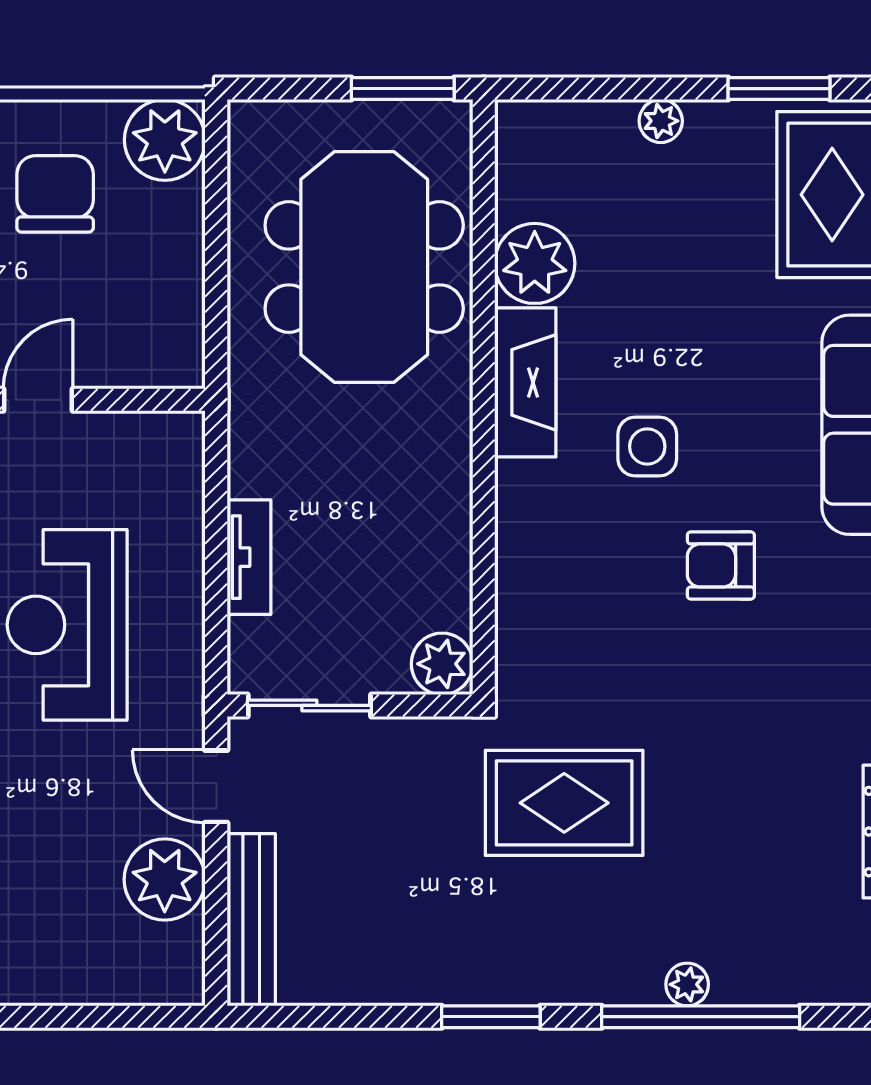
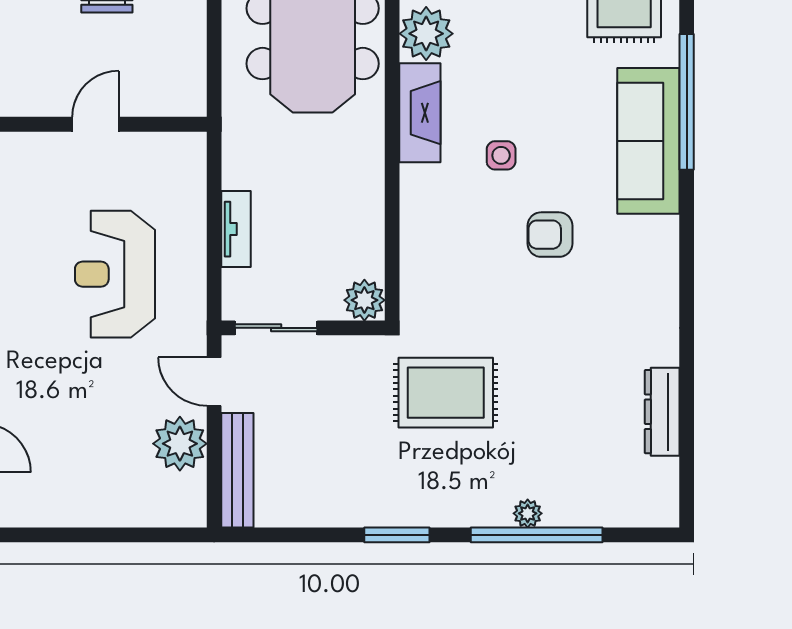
side table: (647, 446) -> (501, 155), width x0.73, depth x0.73

